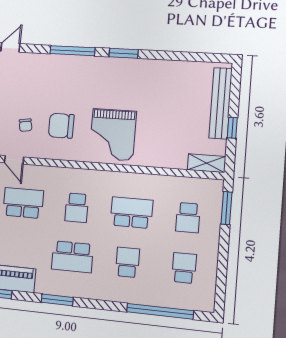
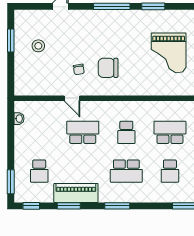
grand piano: (113, 135) -> (169, 53), moved
school desk: (127, 262) -> (170, 171), turned 180

